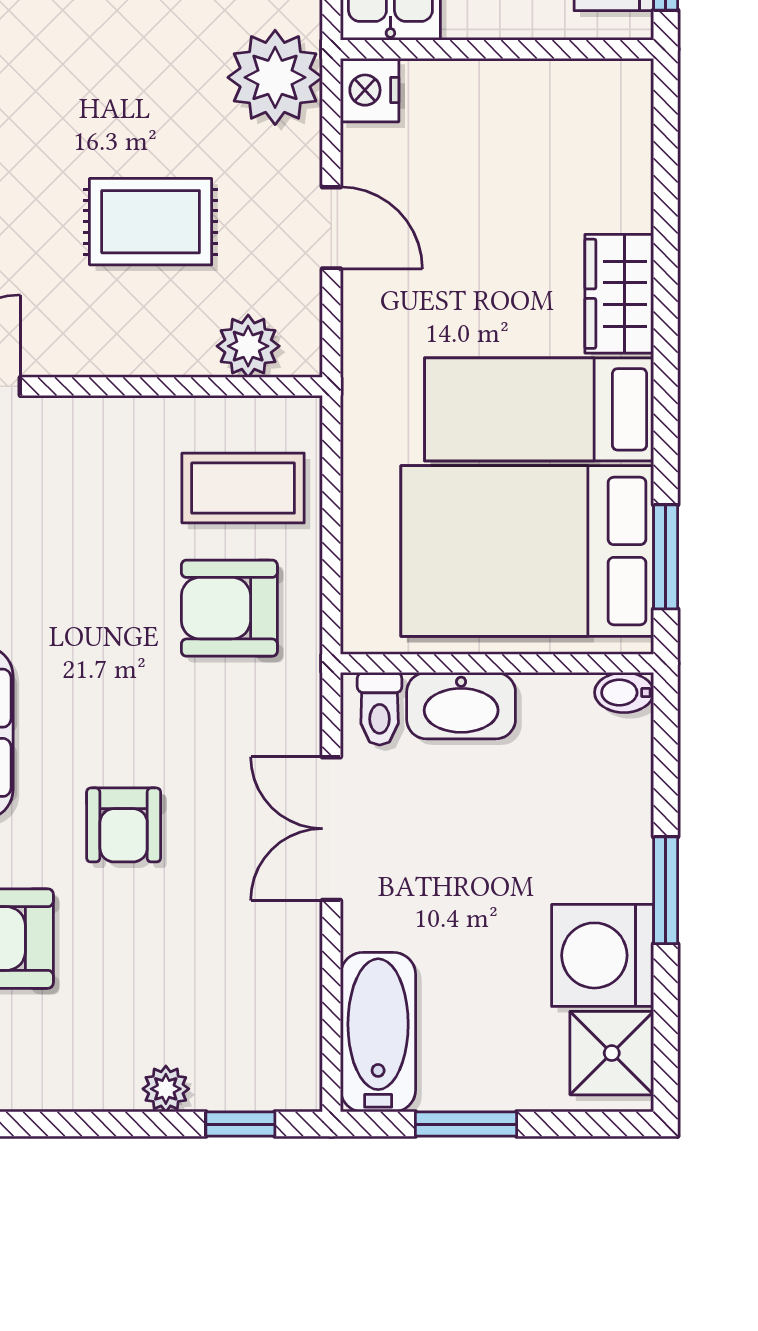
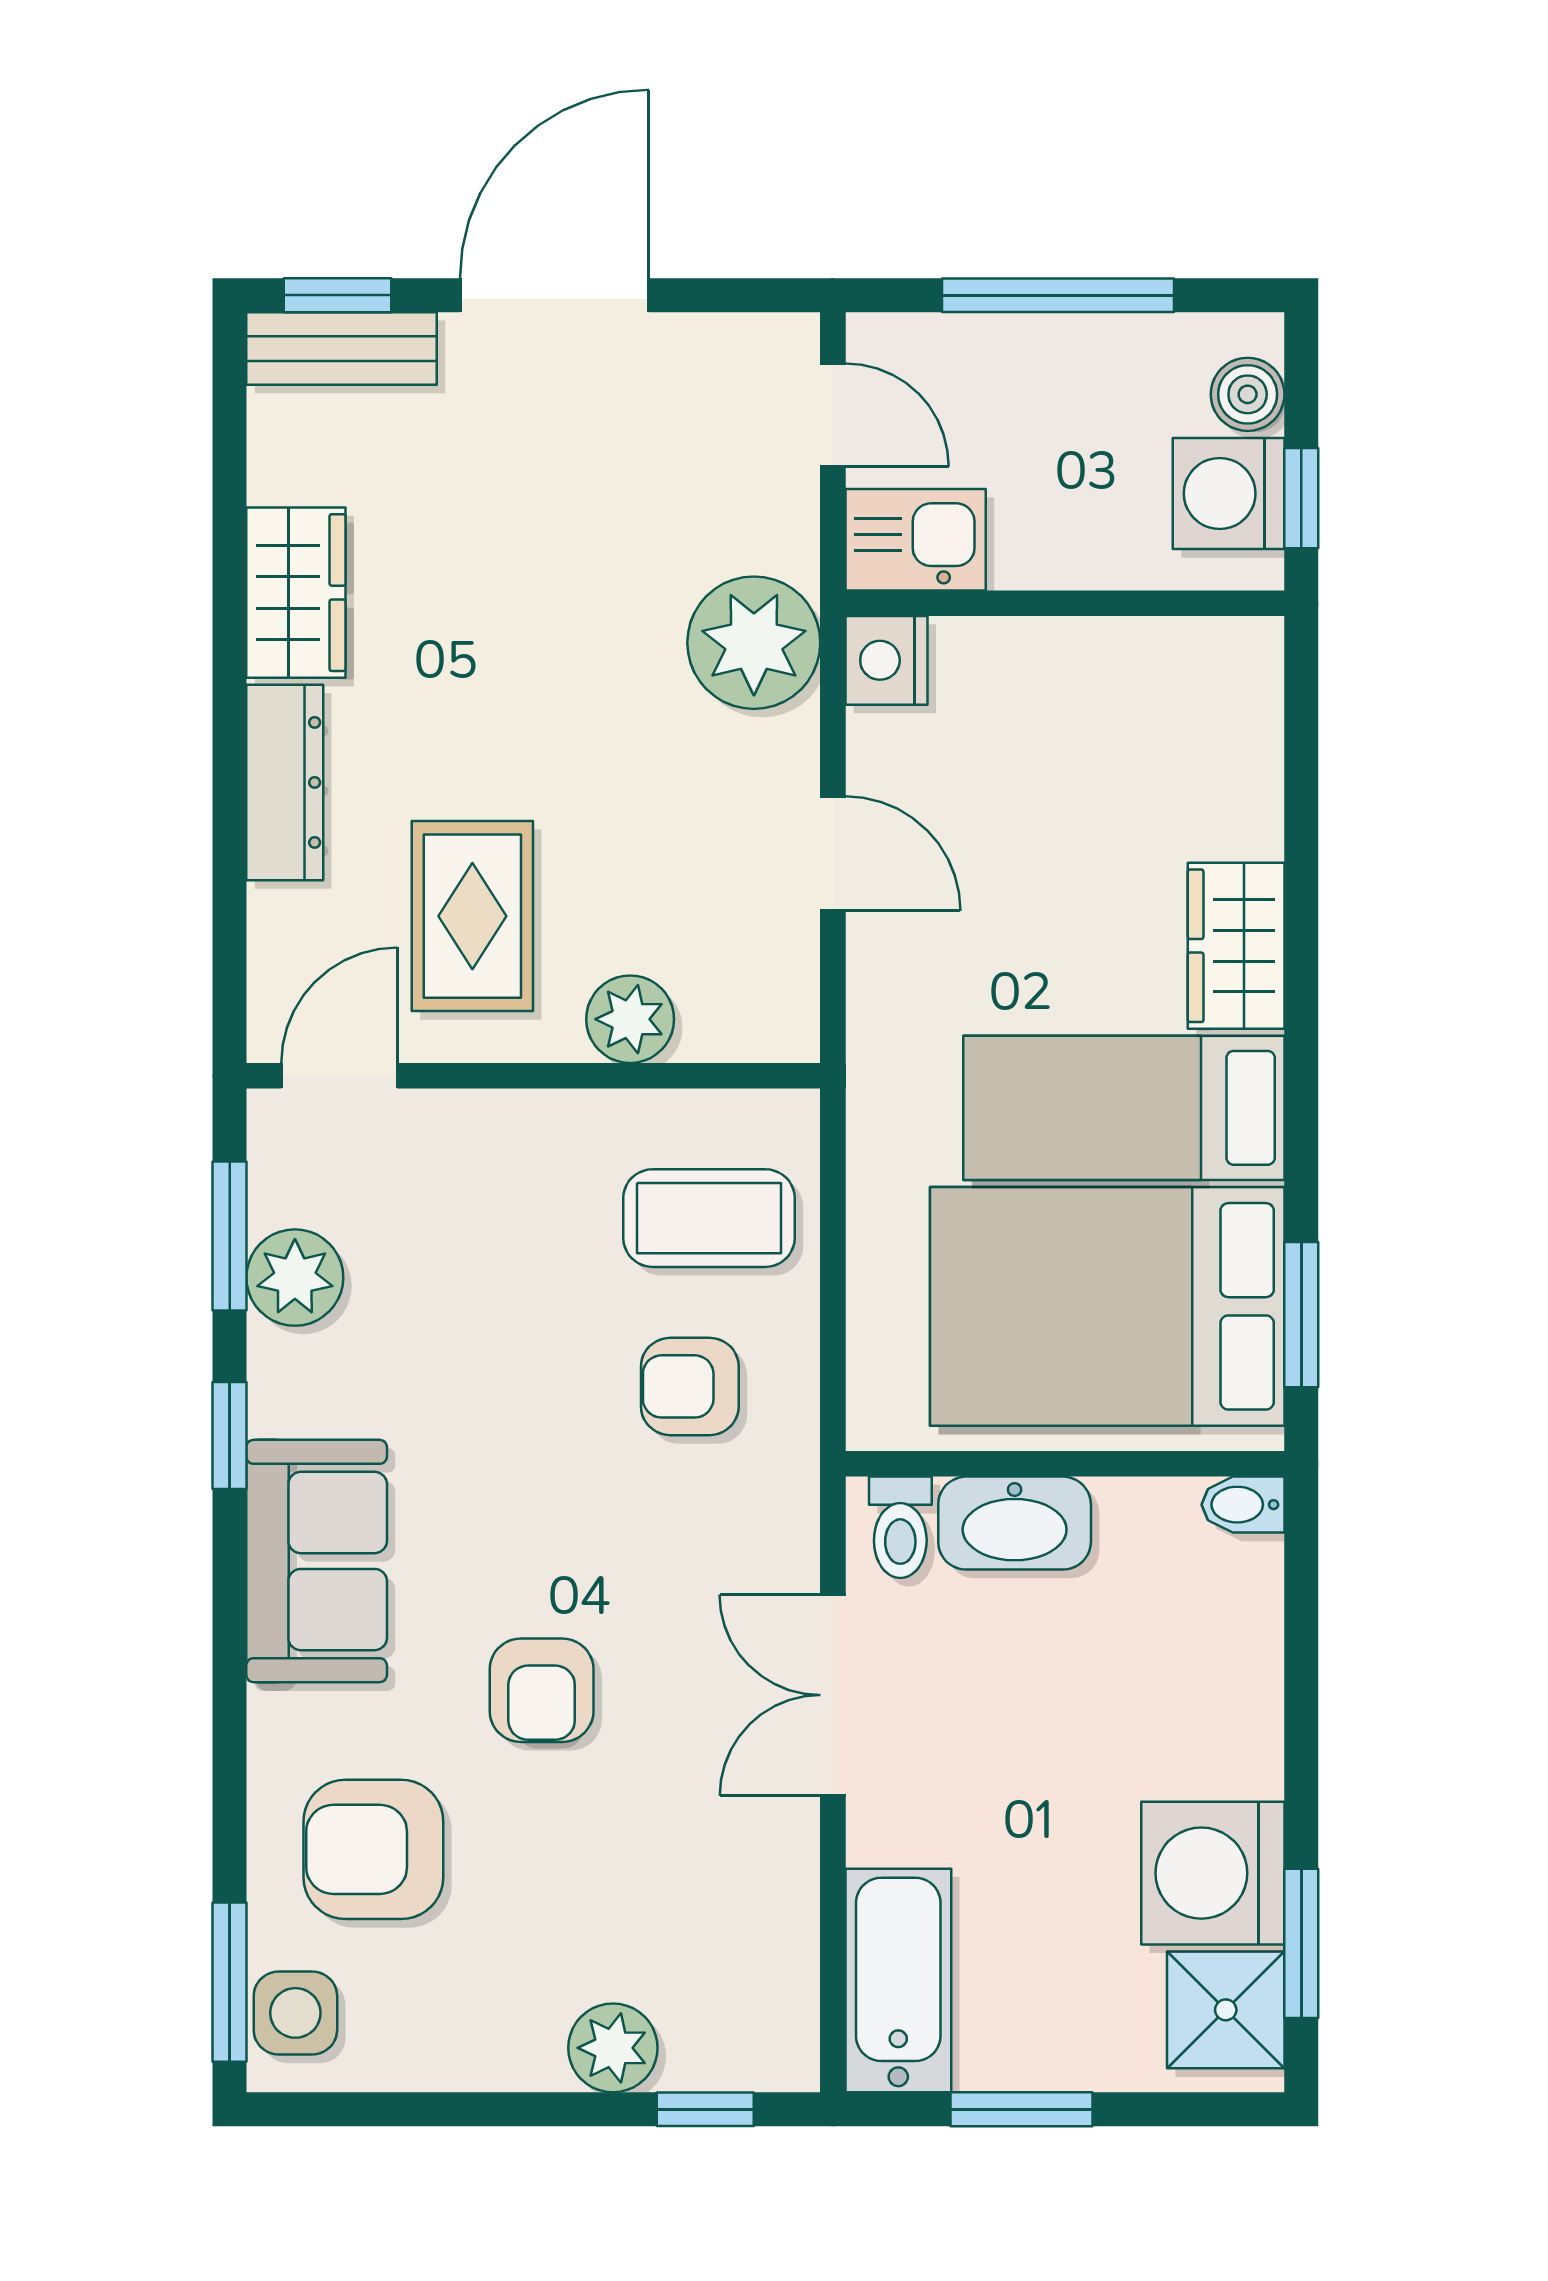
rug: (151, 222) -> (472, 916), moved, turned 90
plant: (248, 346) -> (630, 1019), moved
armchair: (229, 608) -> (690, 1386), width x0.72, depth x0.72
window: (666, 890) -> (1301, 1943), moved
plant: (166, 1089) -> (613, 2048), width x1.38, depth x1.38

